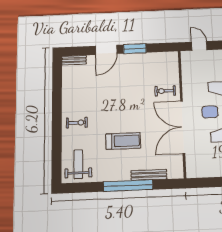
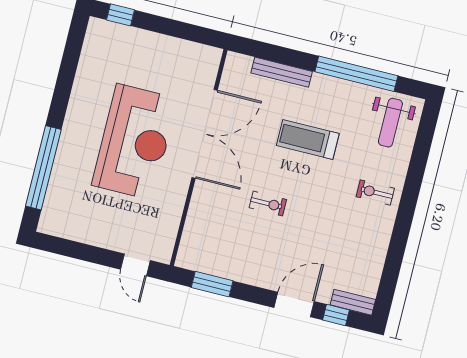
window: (135, 49) -> (212, 284), moved
window: (82, 51) -> (336, 315), added
exercise bike: (165, 91) -> (268, 204), moved
window: (128, 186) -> (356, 74), moved

